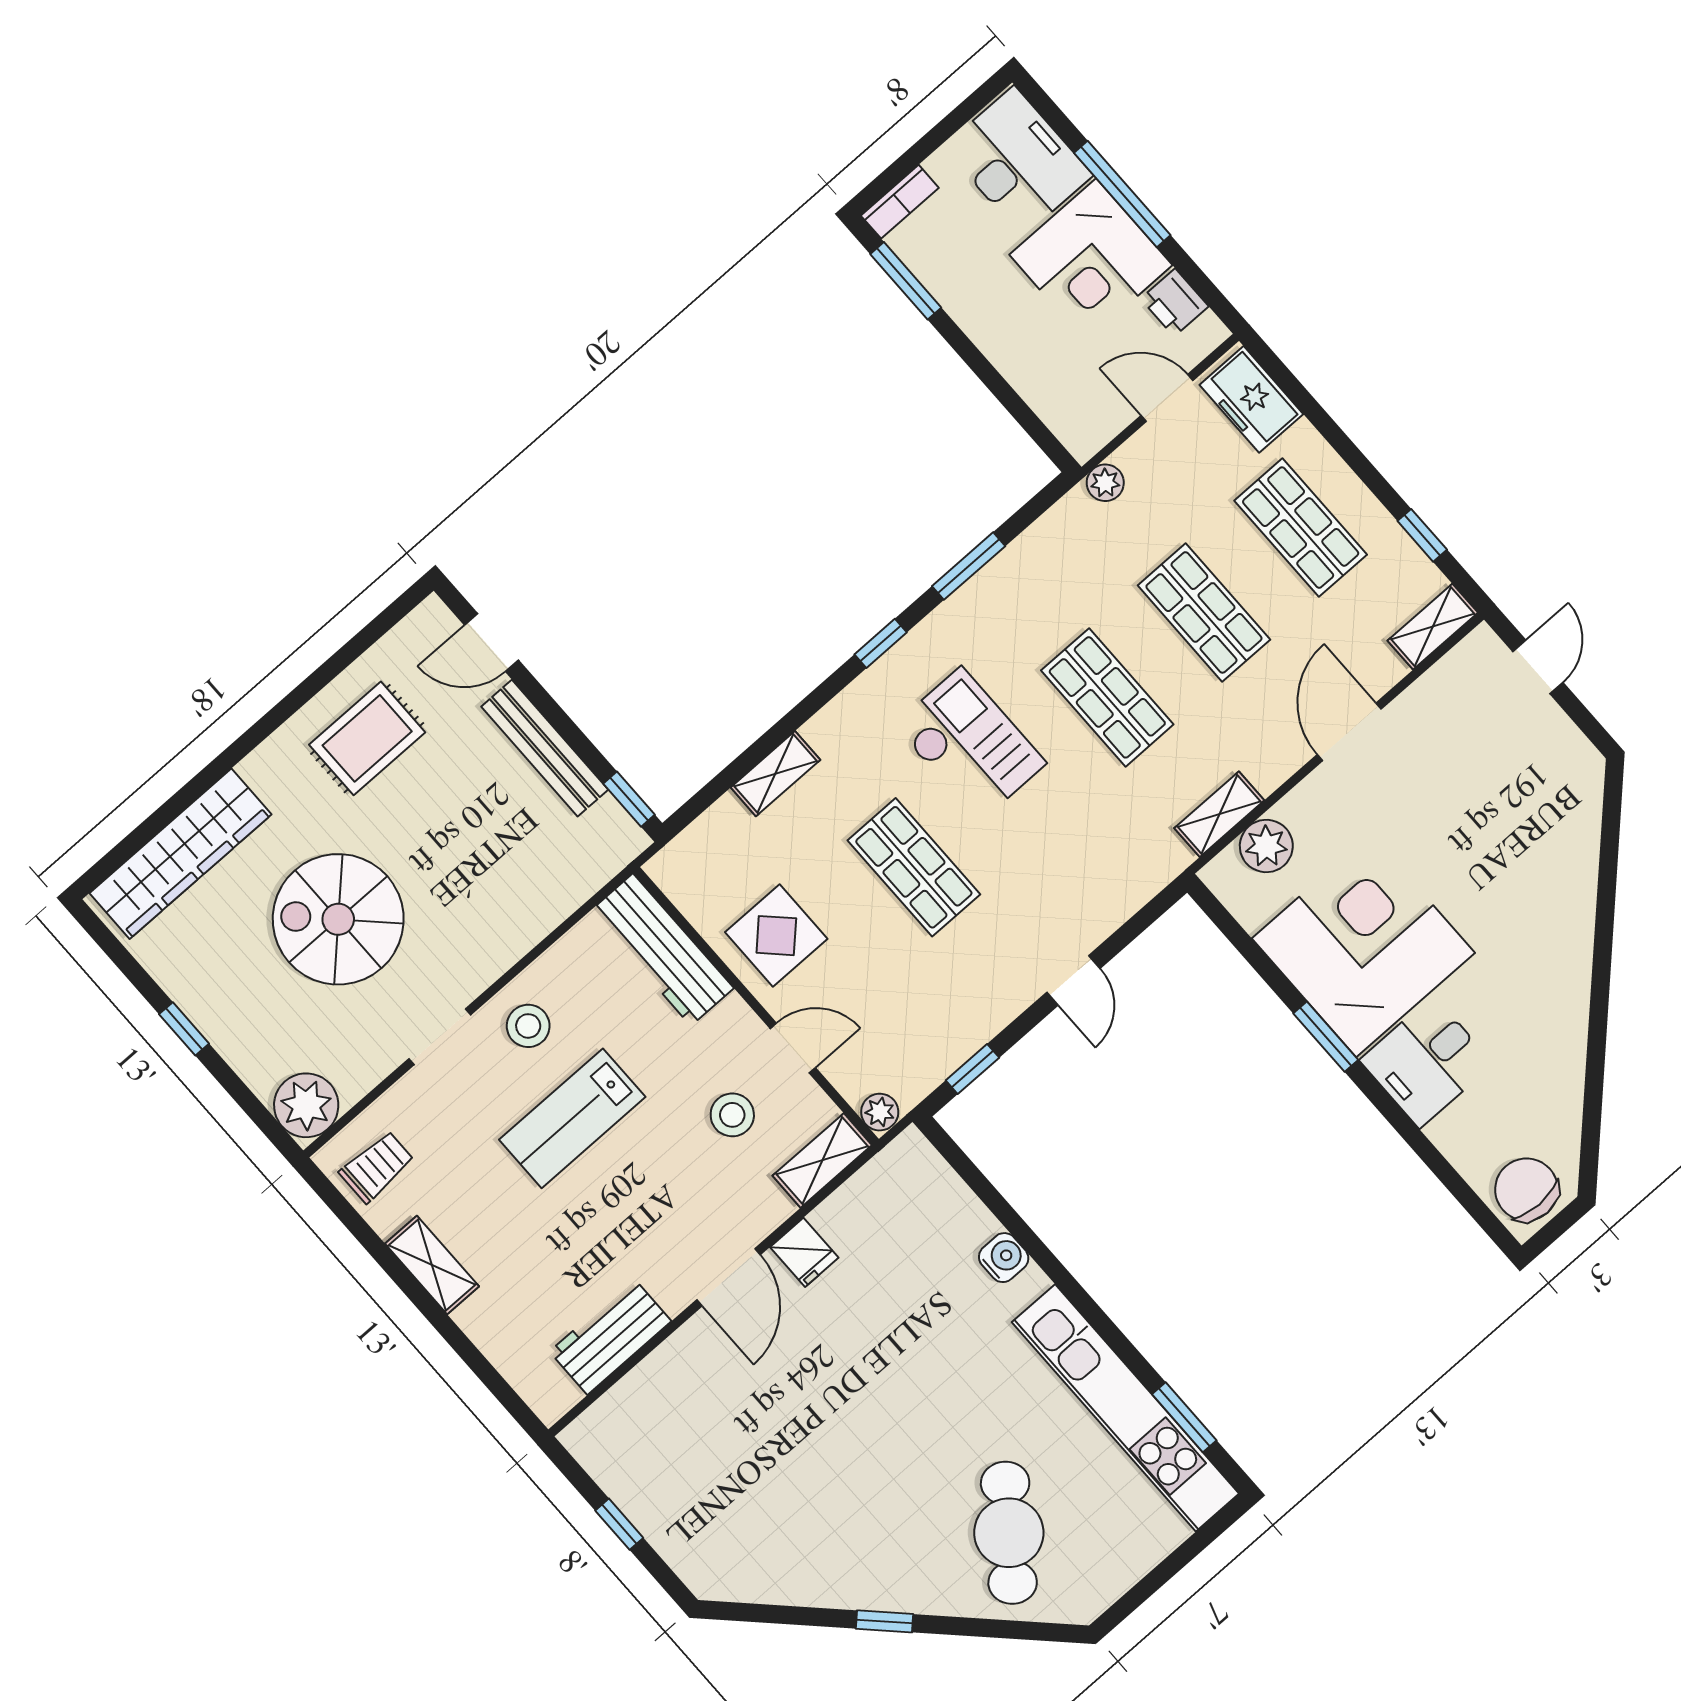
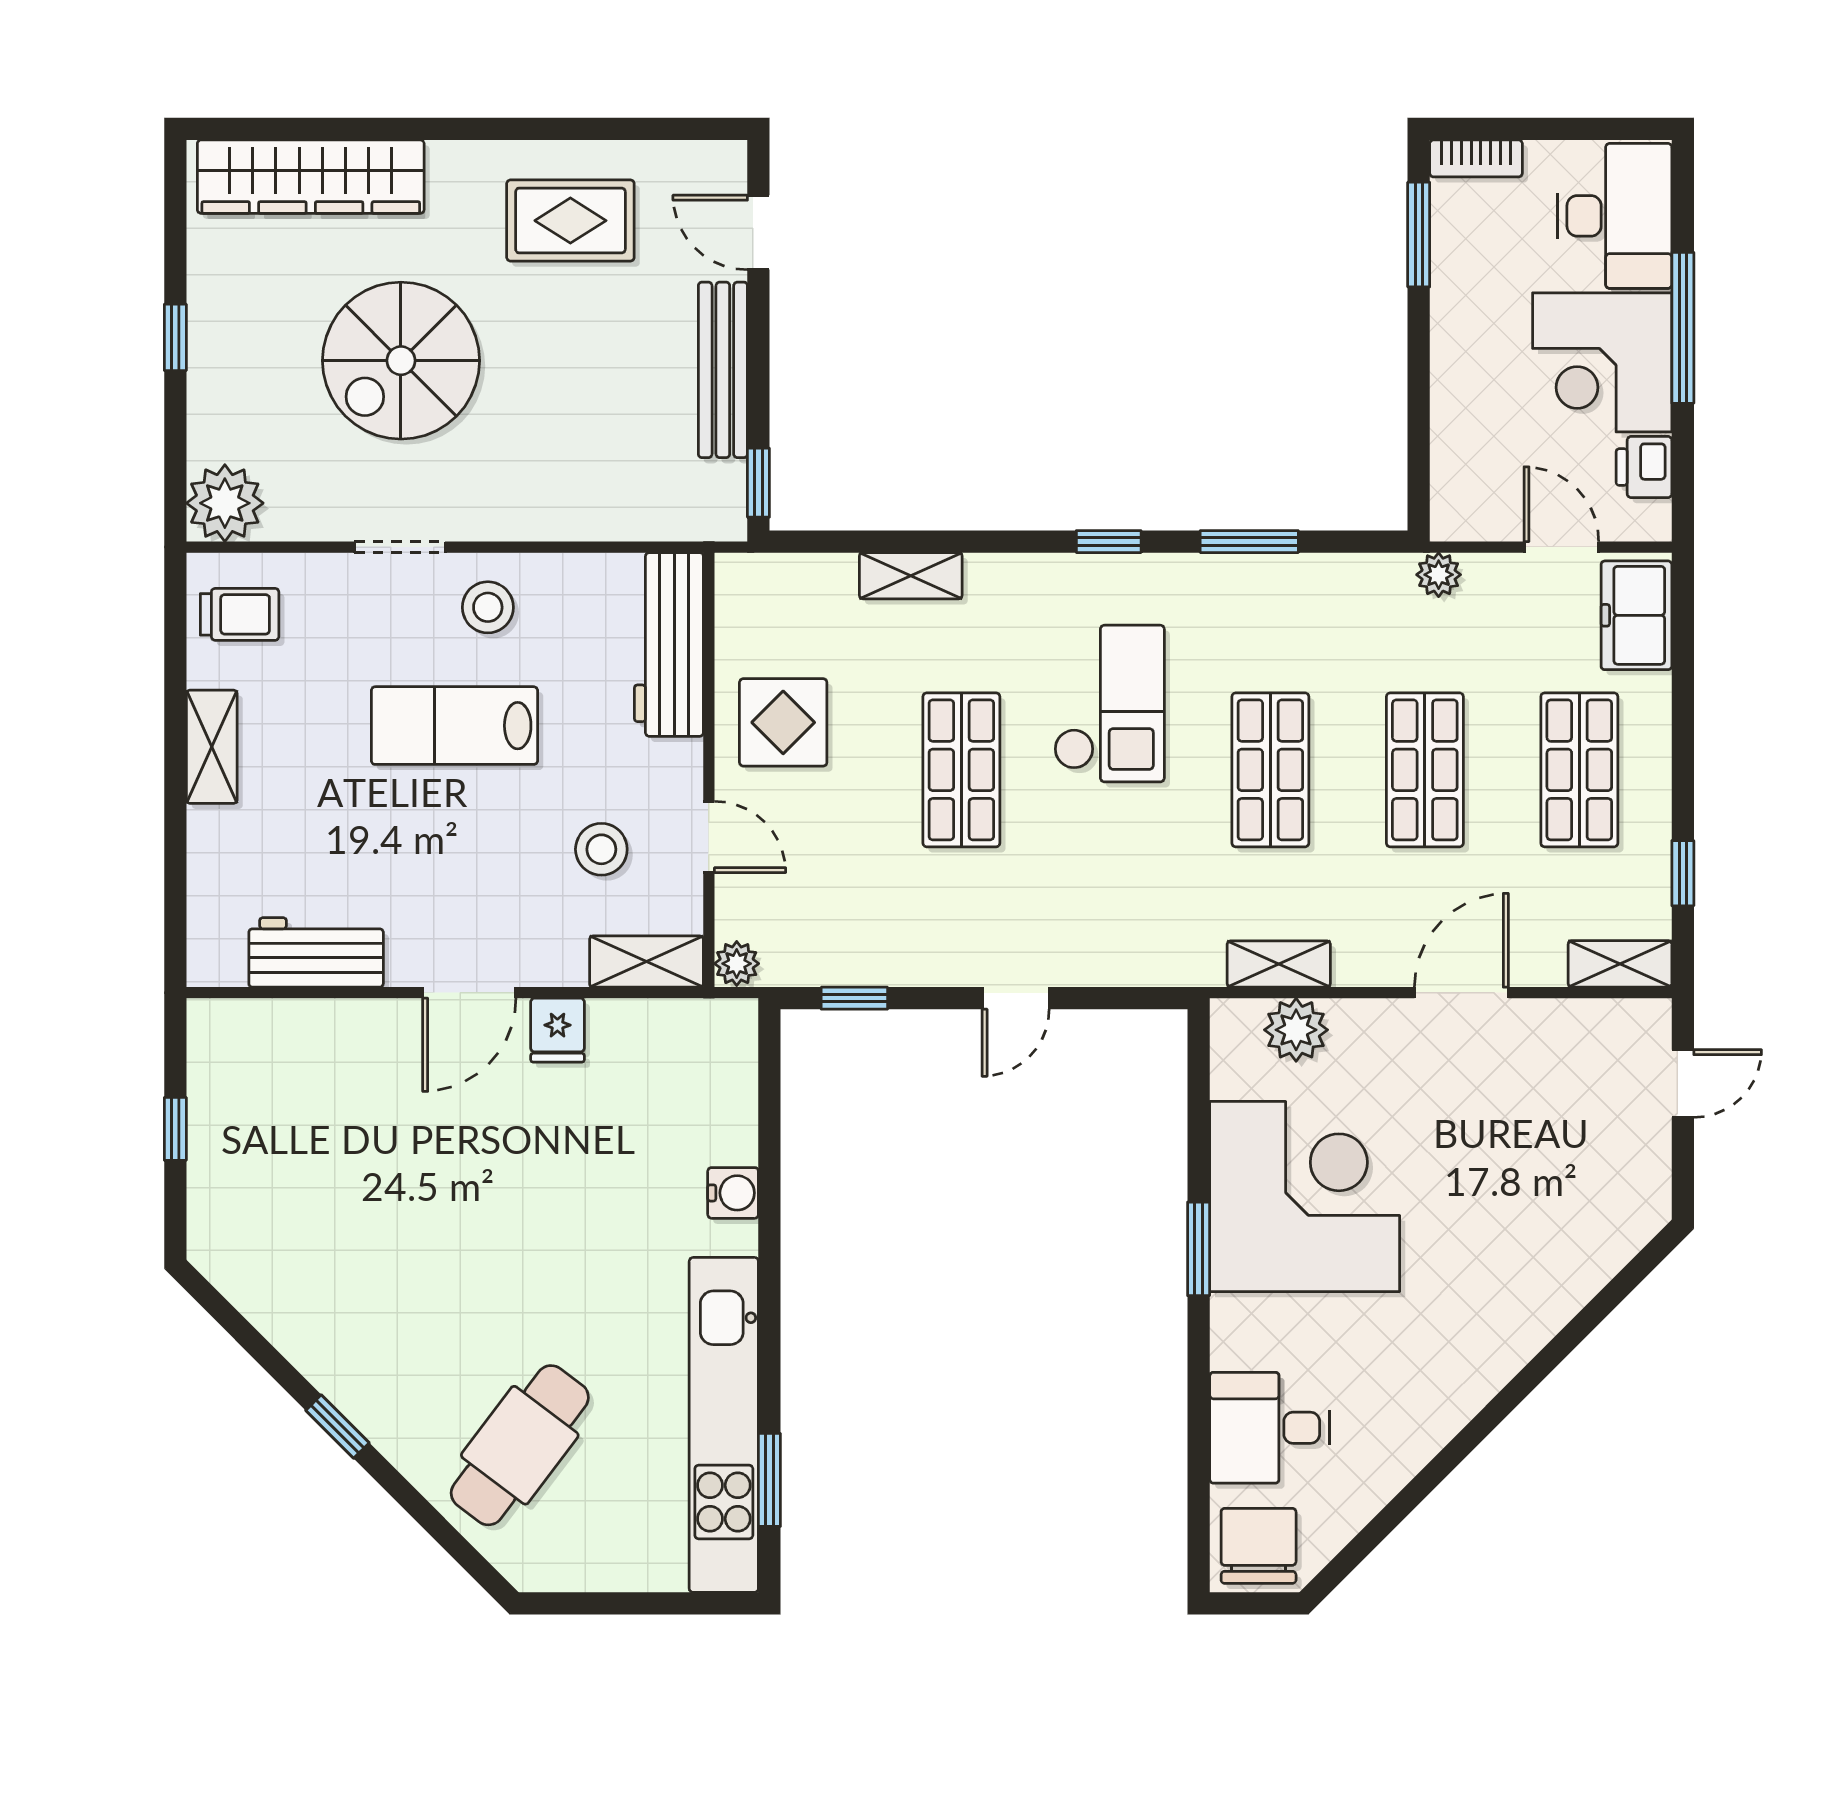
spiral stairs: (338, 919) -> (401, 361), turned -90
desk: (1426, 1062) -> (1269, 1428), moved

